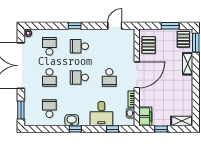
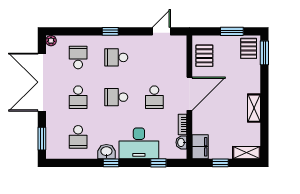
shelving: (188, 64) -> (254, 108), moved
school desk: (49, 109) -> (78, 137), turned 180
desk: (101, 114) -> (139, 143), width x1.37

